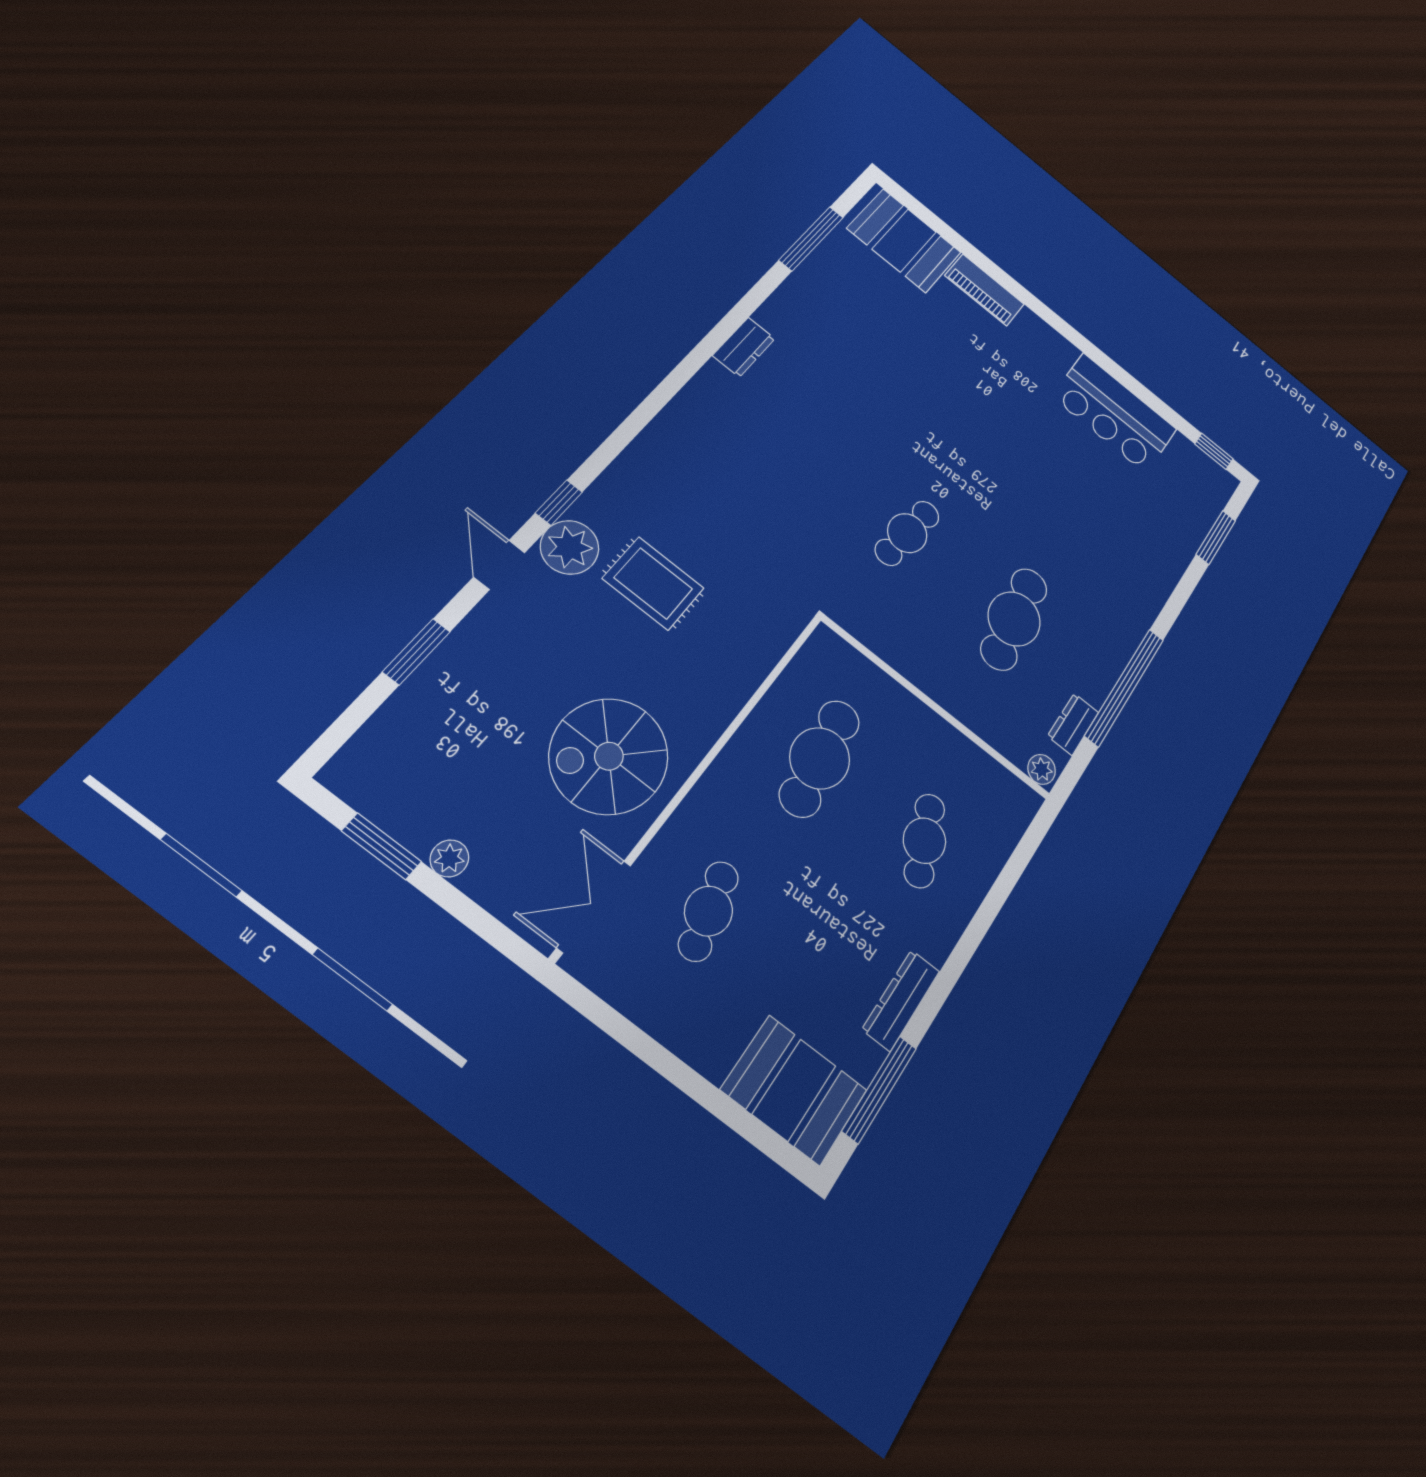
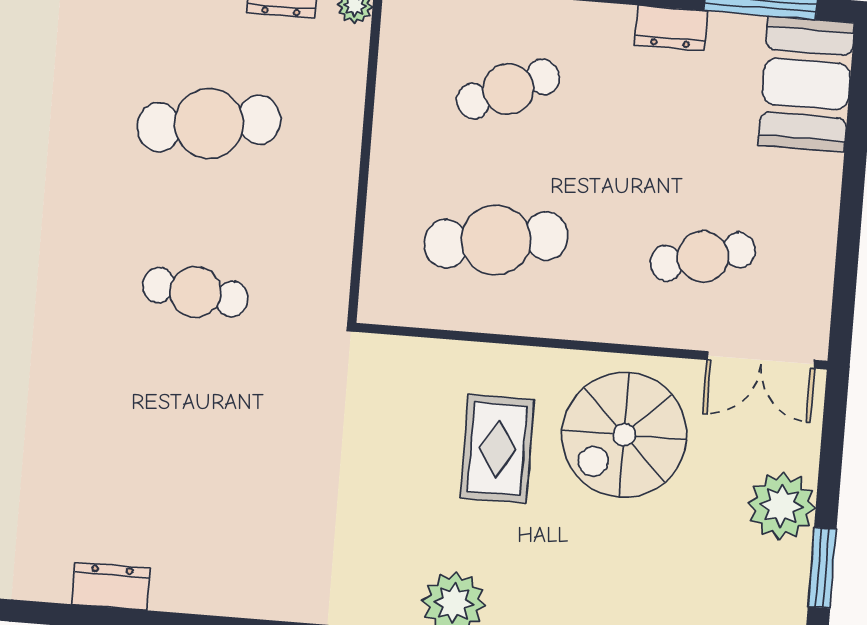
rug: (653, 583) -> (497, 449), moved
spiral stairs: (609, 756) -> (624, 435), turned 90
plant: (449, 858) -> (782, 506), width x1.88, depth x1.88
dresser: (901, 1000) -> (671, 28), width x0.70

